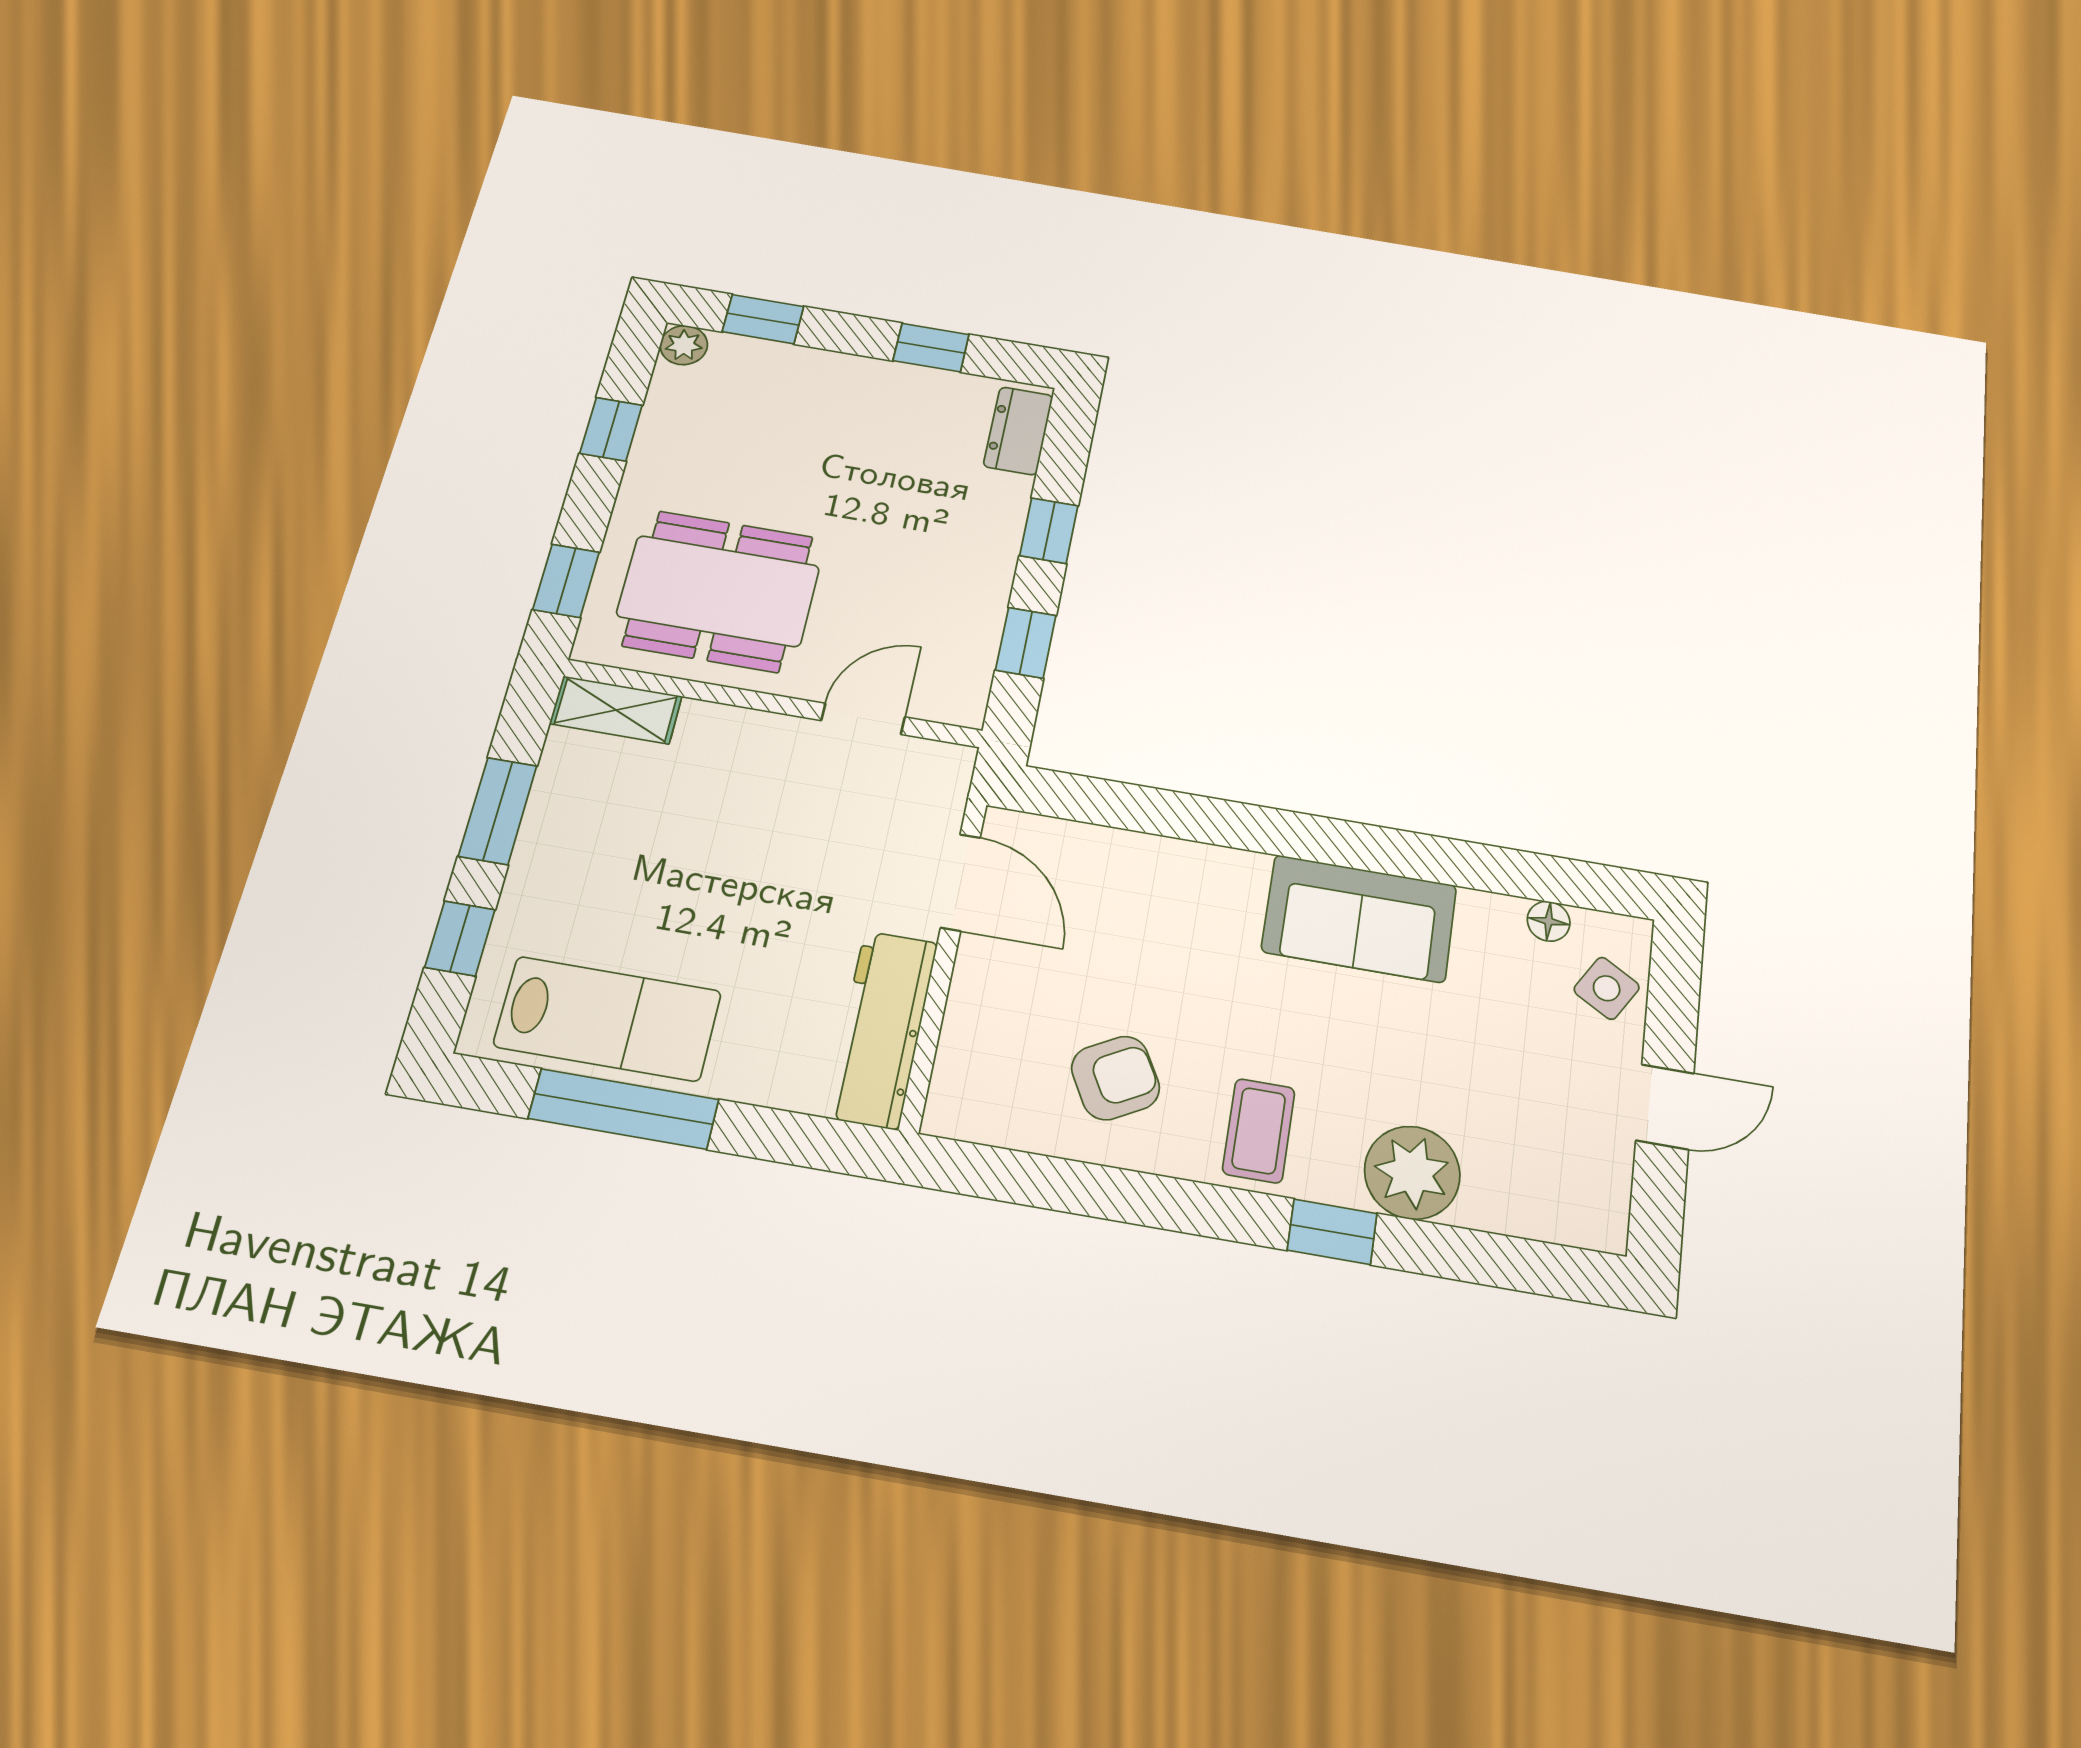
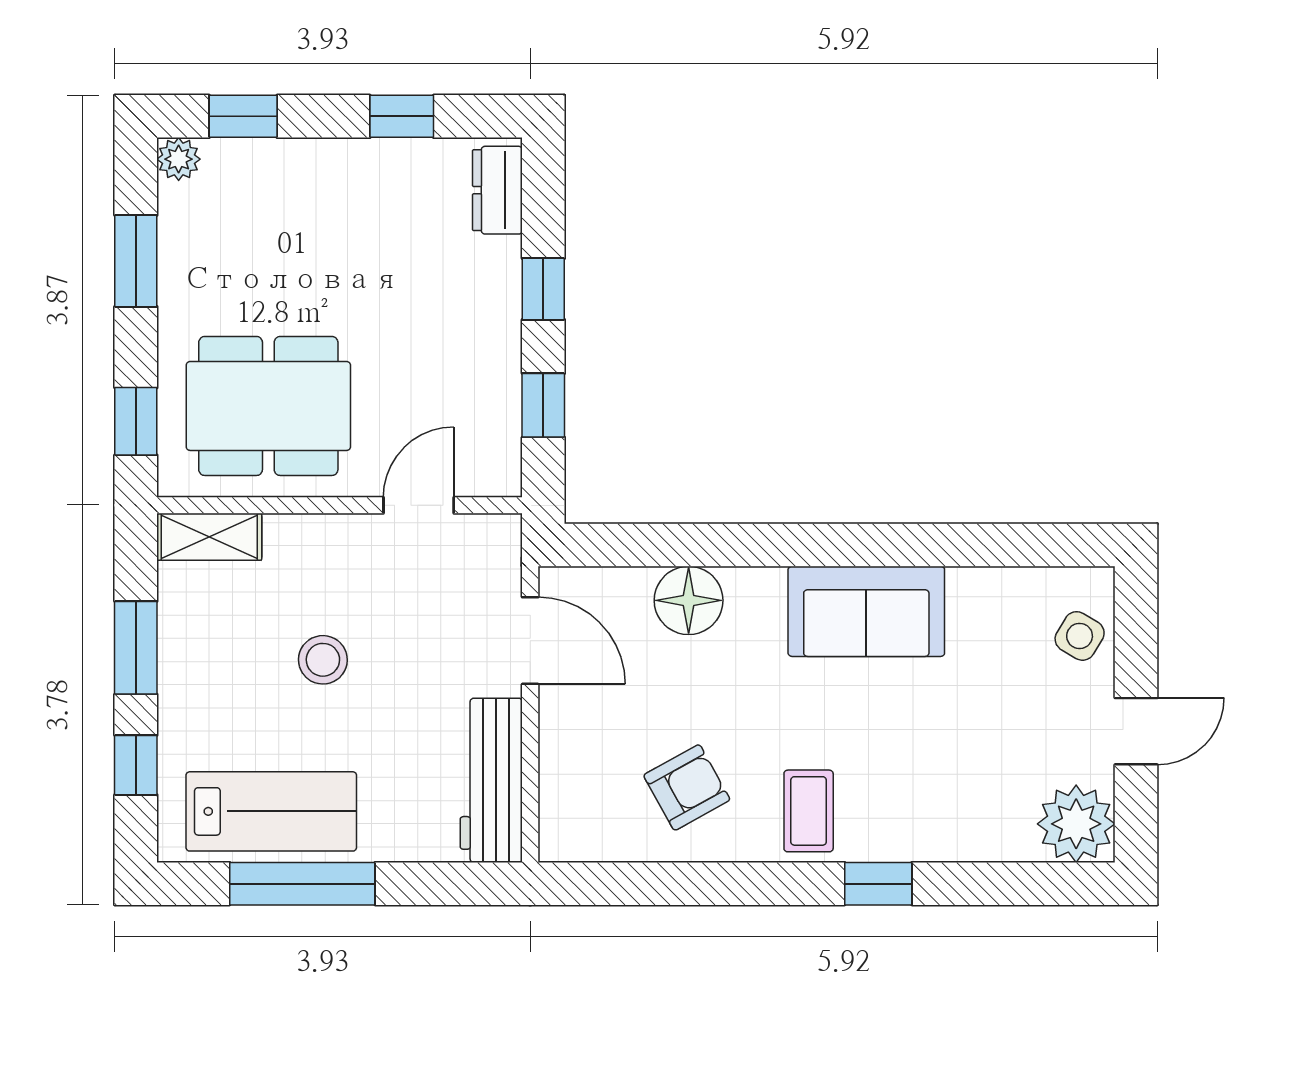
window: (611, 429) -> (136, 261), width x1.50
stool: (713, 861) -> (323, 660), added
floor lamp: (1549, 921) -> (689, 600), moved, width x1.89, depth x1.89
plant: (1412, 1173) -> (1076, 824), moved

